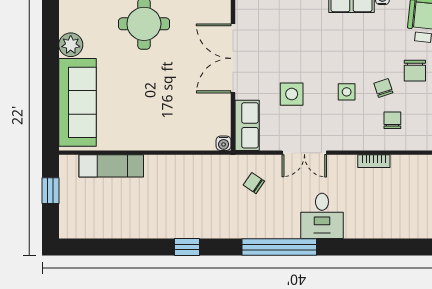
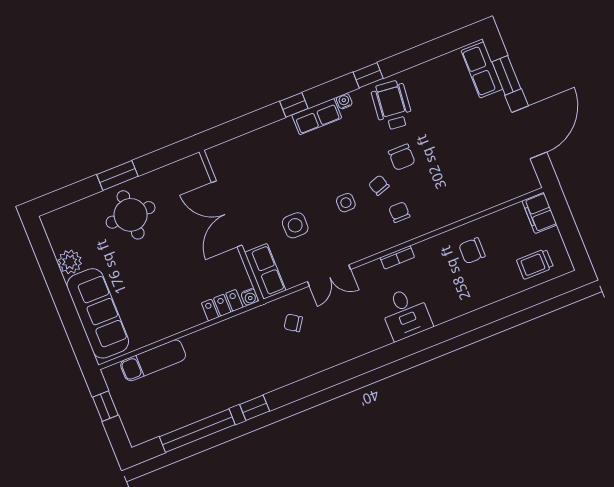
locker: (195, 141) -> (222, 305), added
desk: (322, 216) -> (406, 314), moved
window: (279, 247) -> (197, 431), moved

